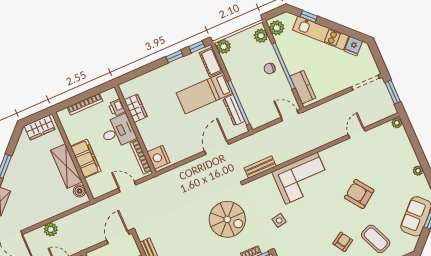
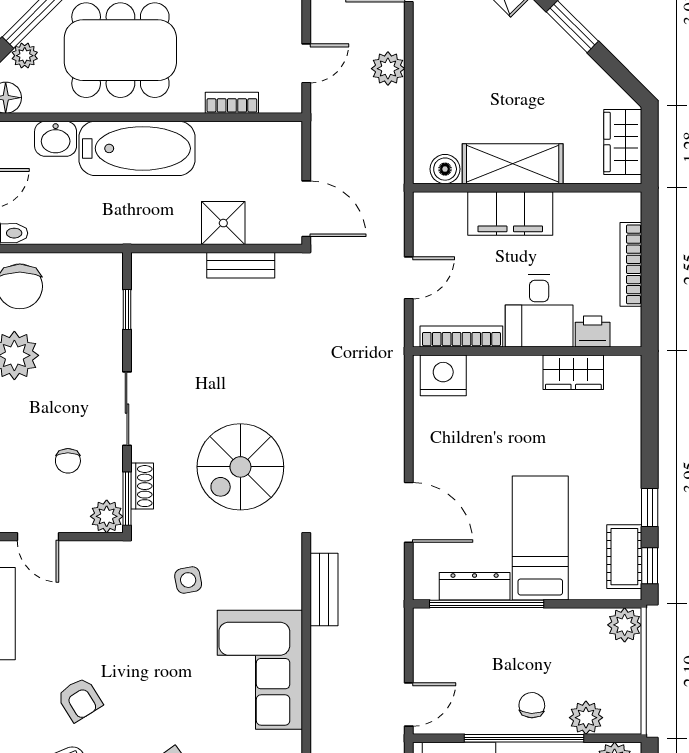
plant: (261, 36) -> (586, 718), moved
cot: (211, 62) -> (624, 557), moved, turned 90

